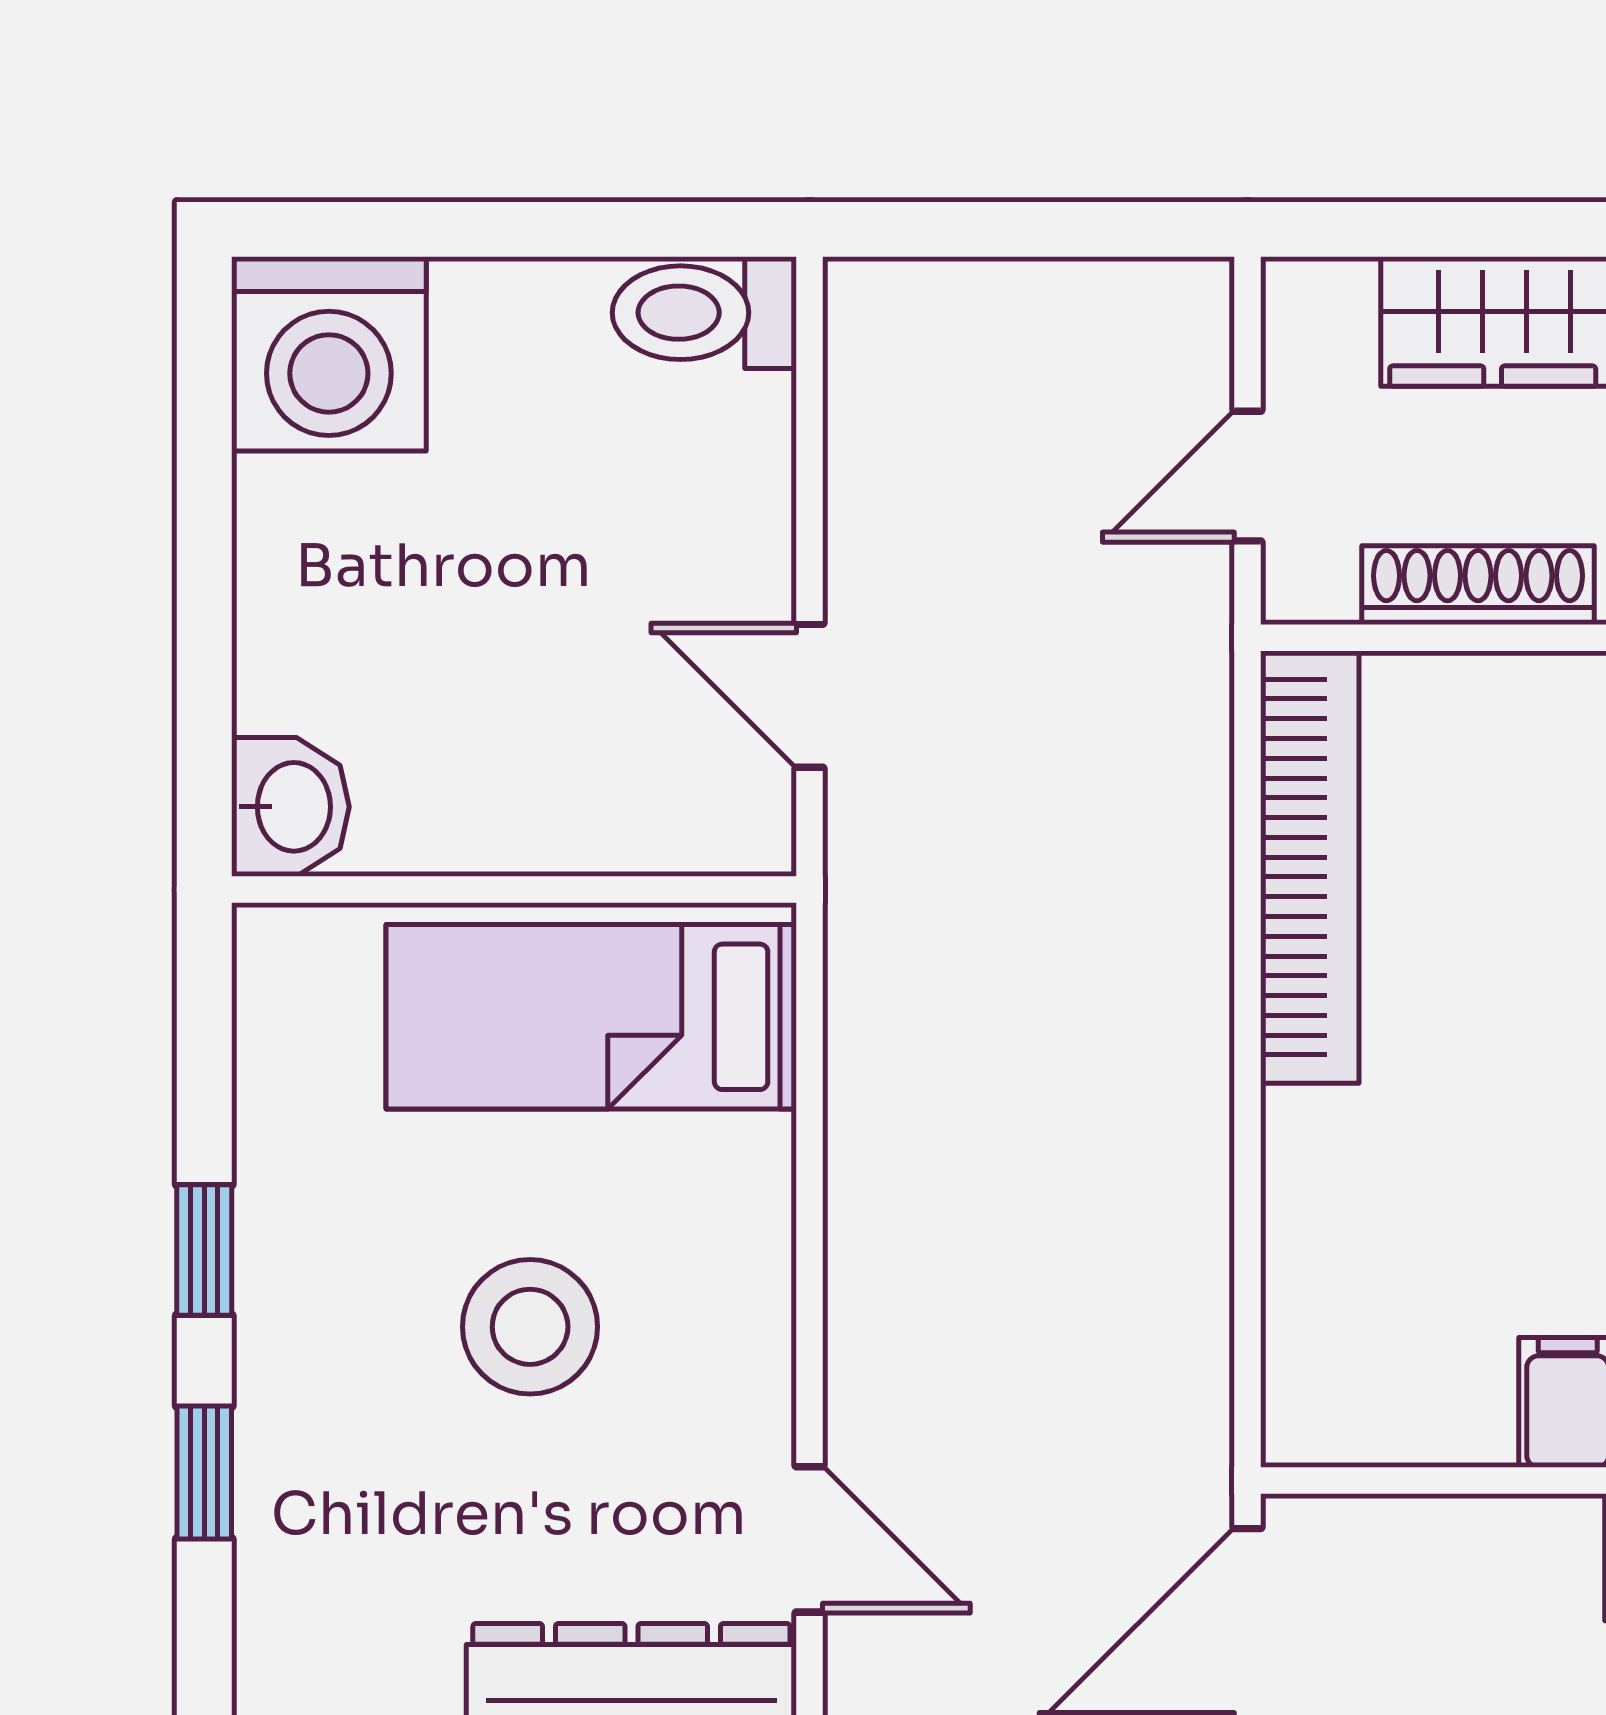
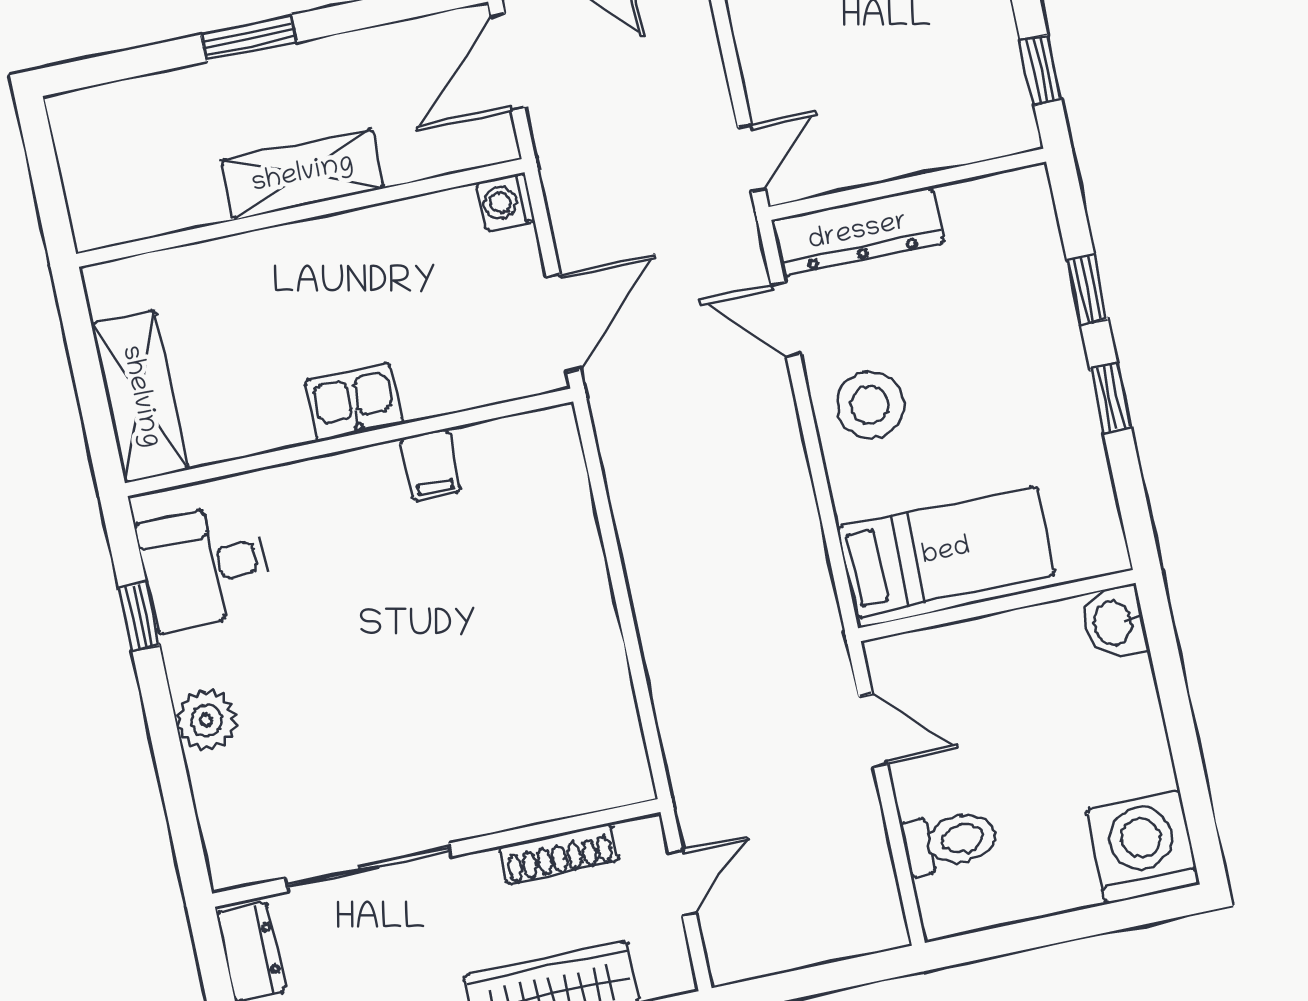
toilet: (704, 313) -> (950, 841), moved
bookcase: (1310, 867) -> (612, 699), removed
stool: (530, 1327) -> (870, 405), moved

